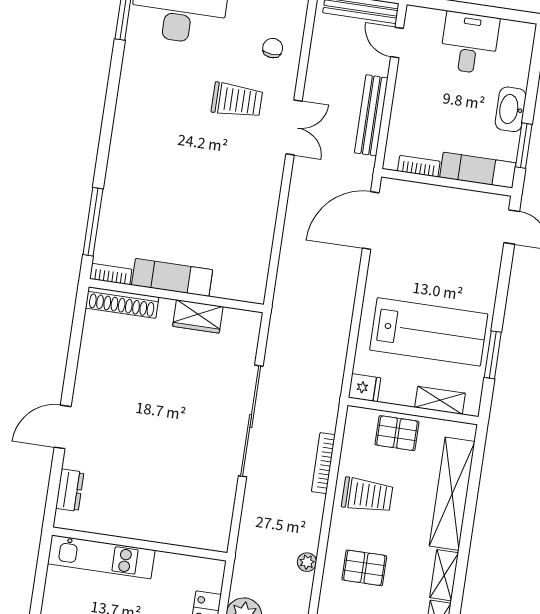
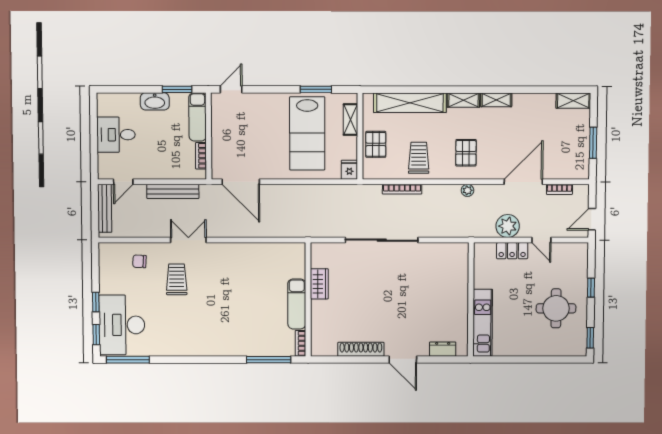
shoe rack: (122, 303) -> (361, 349), moved, turned -90
lab bench: (429, 332) -> (307, 133), turned 180

